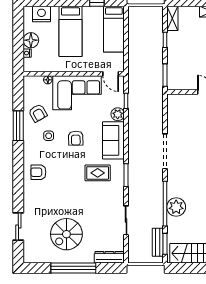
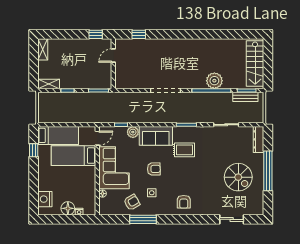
bed: (71, 31) -> (73, 156), moved, turned 180
rug: (98, 173) -> (184, 150), turned 90

